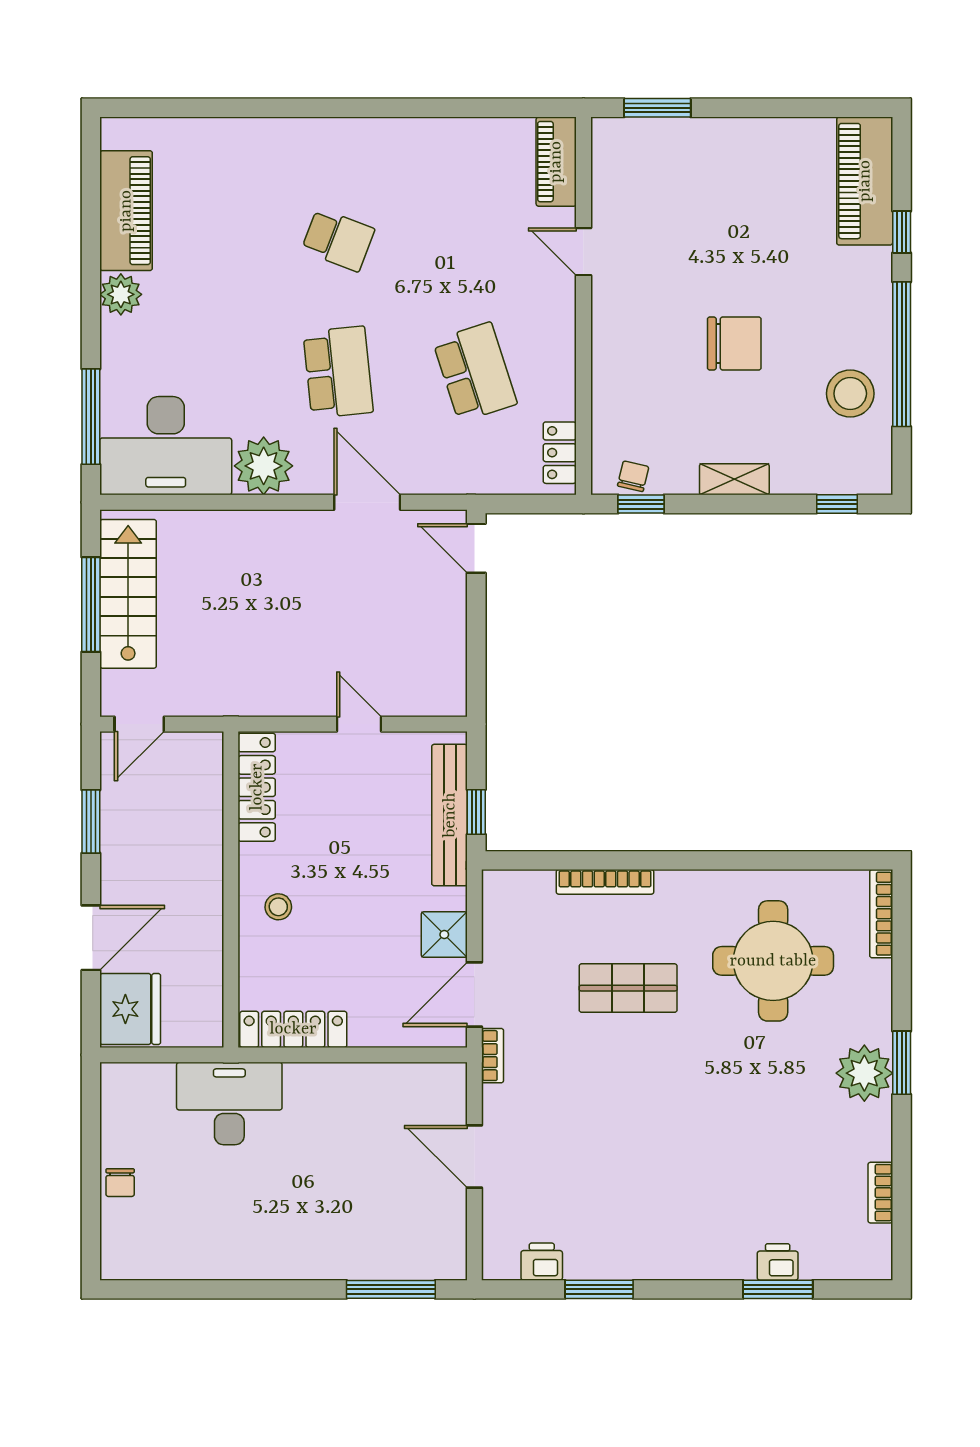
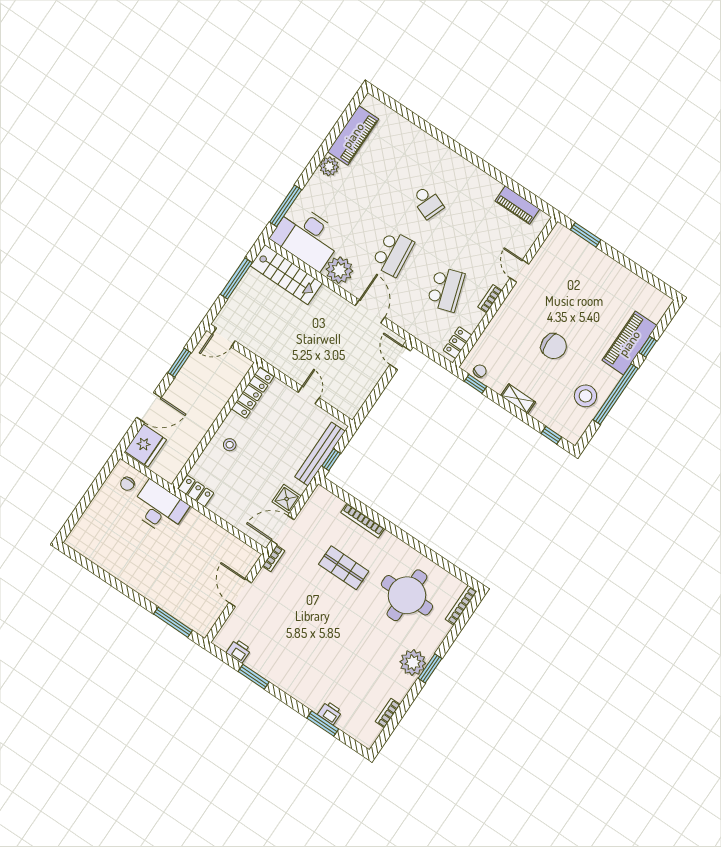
piano: (556, 162) -> (517, 205), moved, turned -90
piano: (865, 181) -> (629, 343), moved
bookcase: (564, 336) -> (490, 299), added
stairs: (128, 594) -> (286, 275), moved, turned 90
locker: (293, 1029) -> (196, 491), width x0.66
chair: (120, 1183) -> (127, 484), moved

